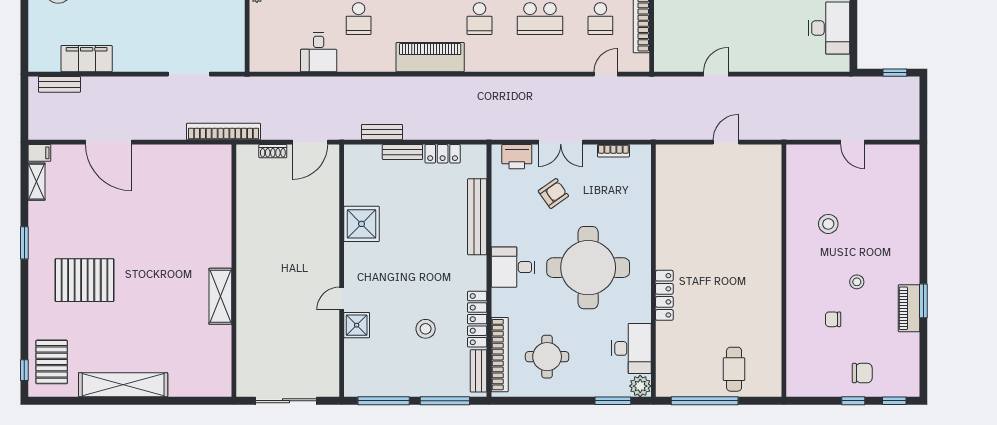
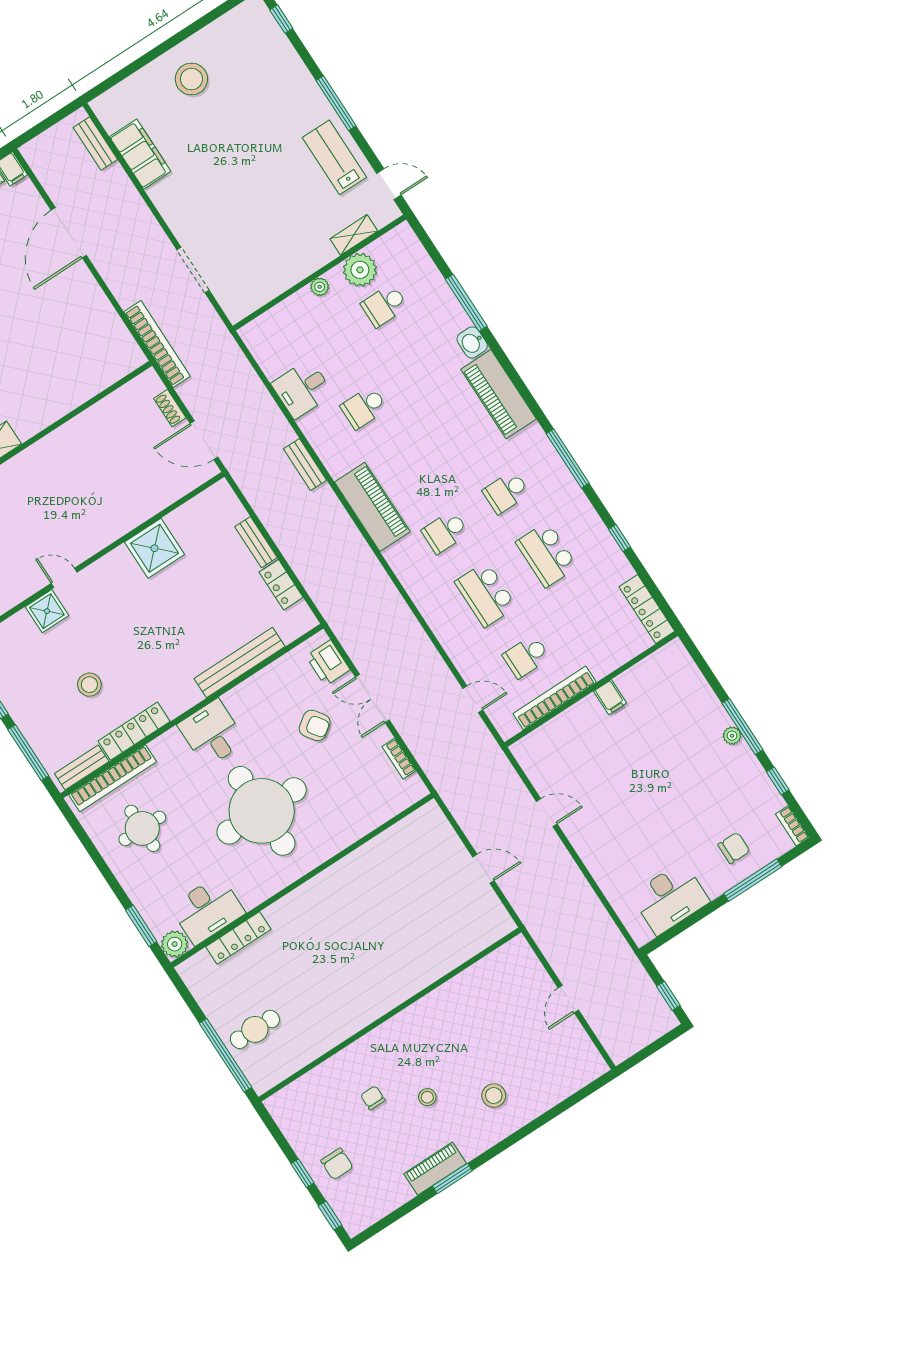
bench: (382, 132) -> (305, 464), moved
stool: (828, 224) -> (494, 1096), moved
locker: (664, 295) -> (238, 938), moved
window: (705, 401) -> (226, 1055), moved

